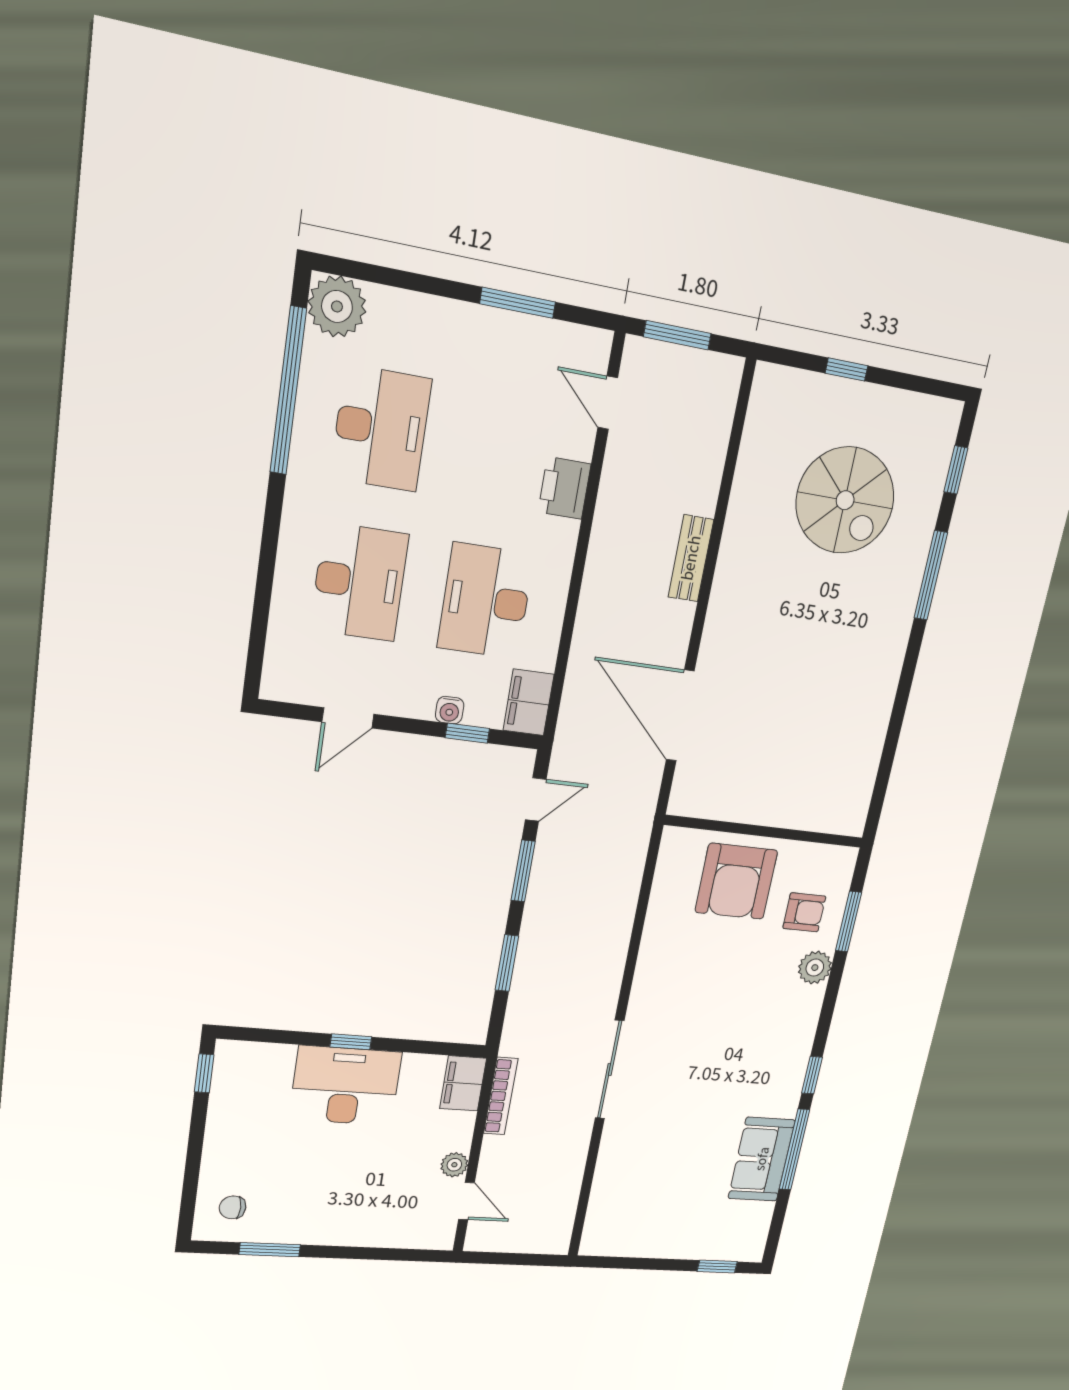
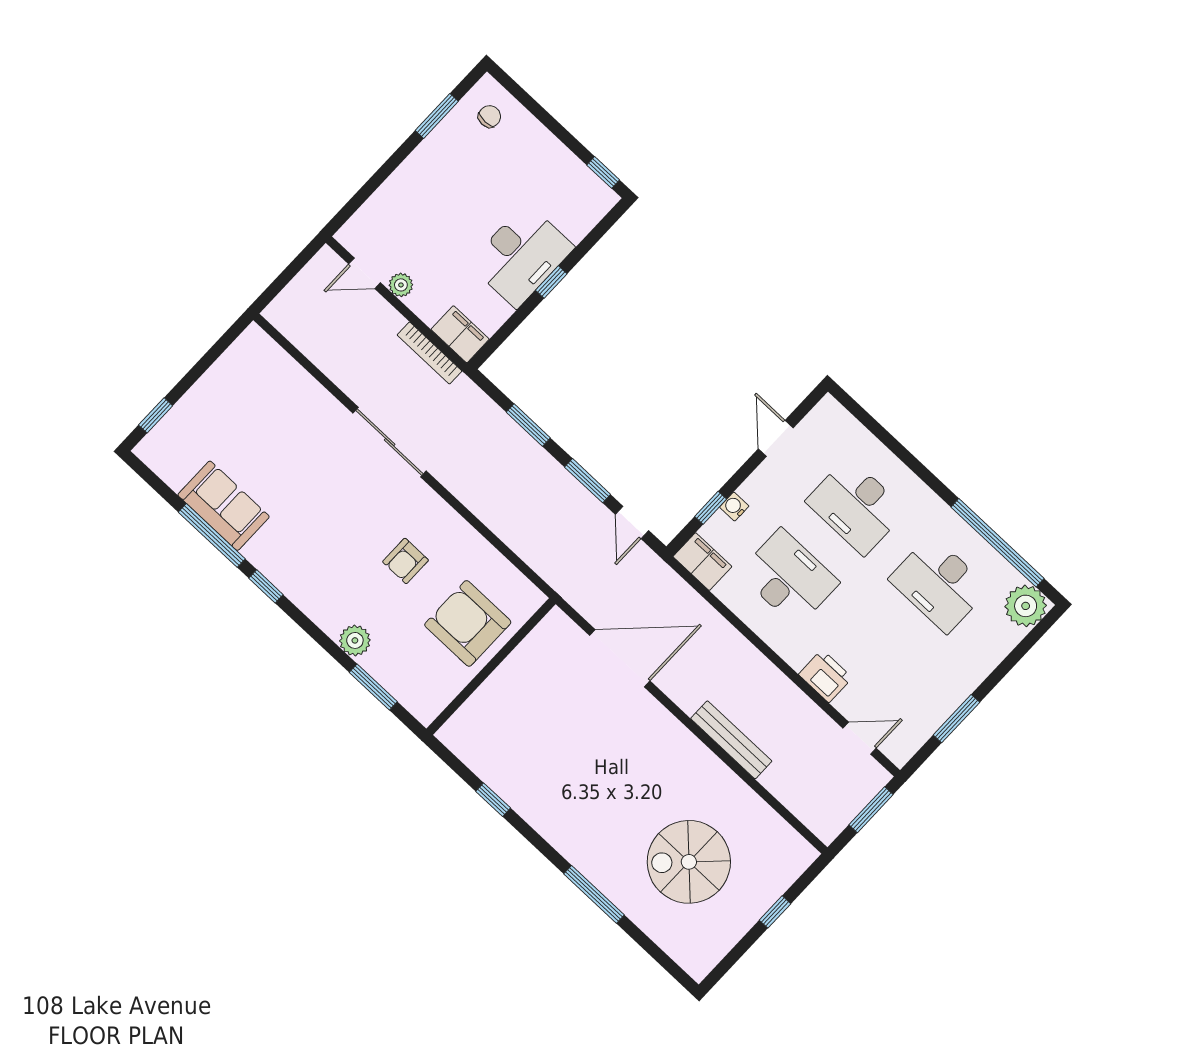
window: (956, 470) -> (493, 800), moved
bench: (691, 558) -> (731, 740), width x1.36
armchair: (804, 912) -> (406, 561), moved

